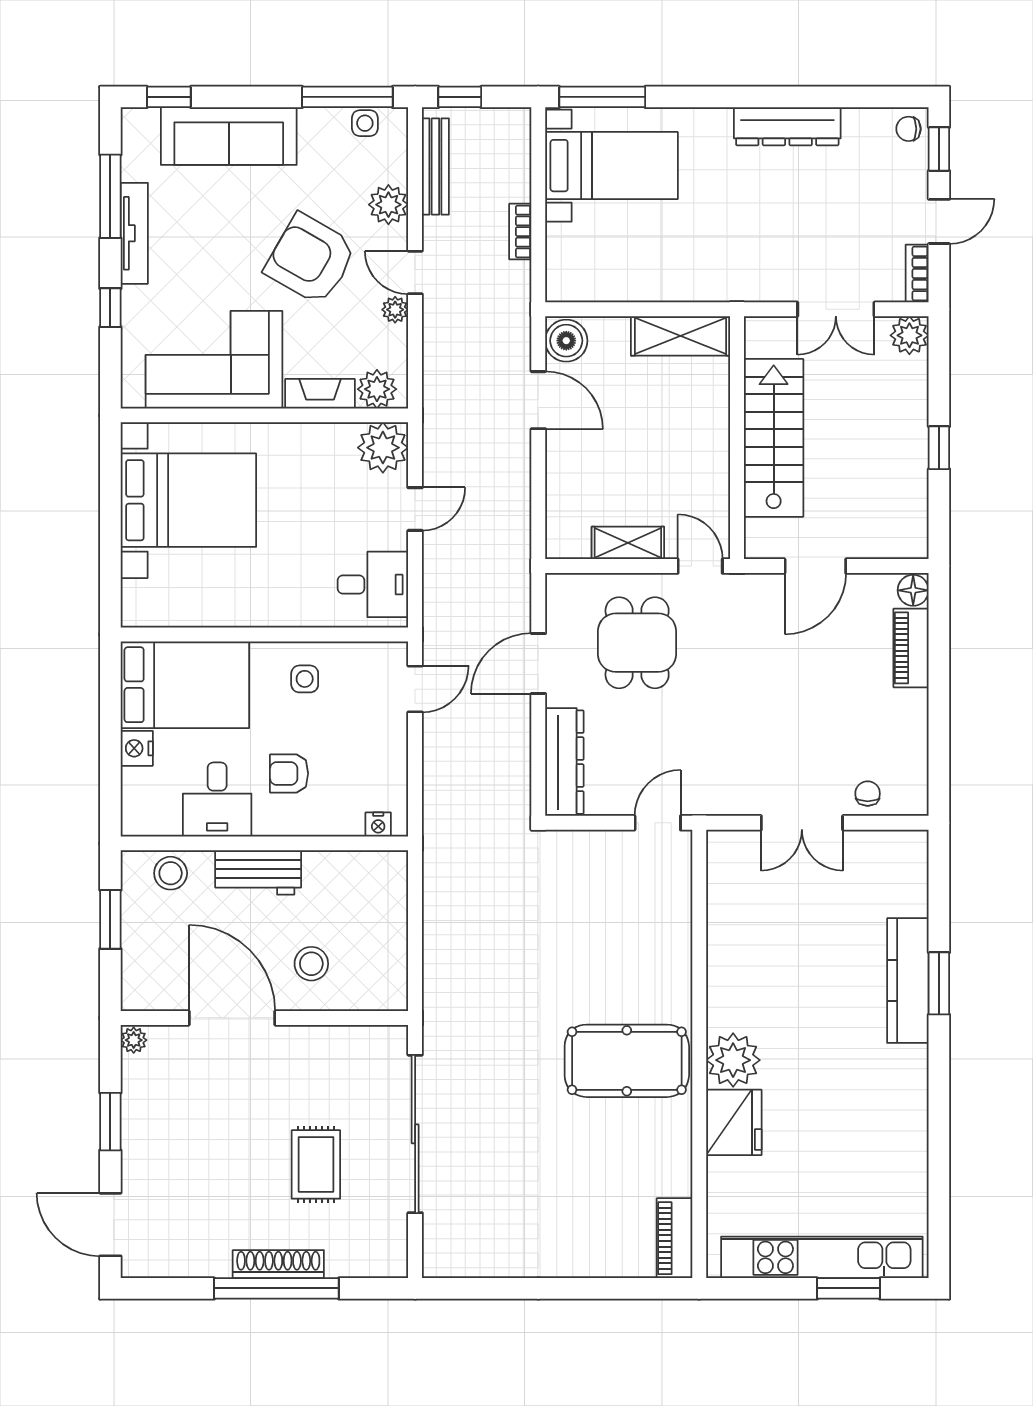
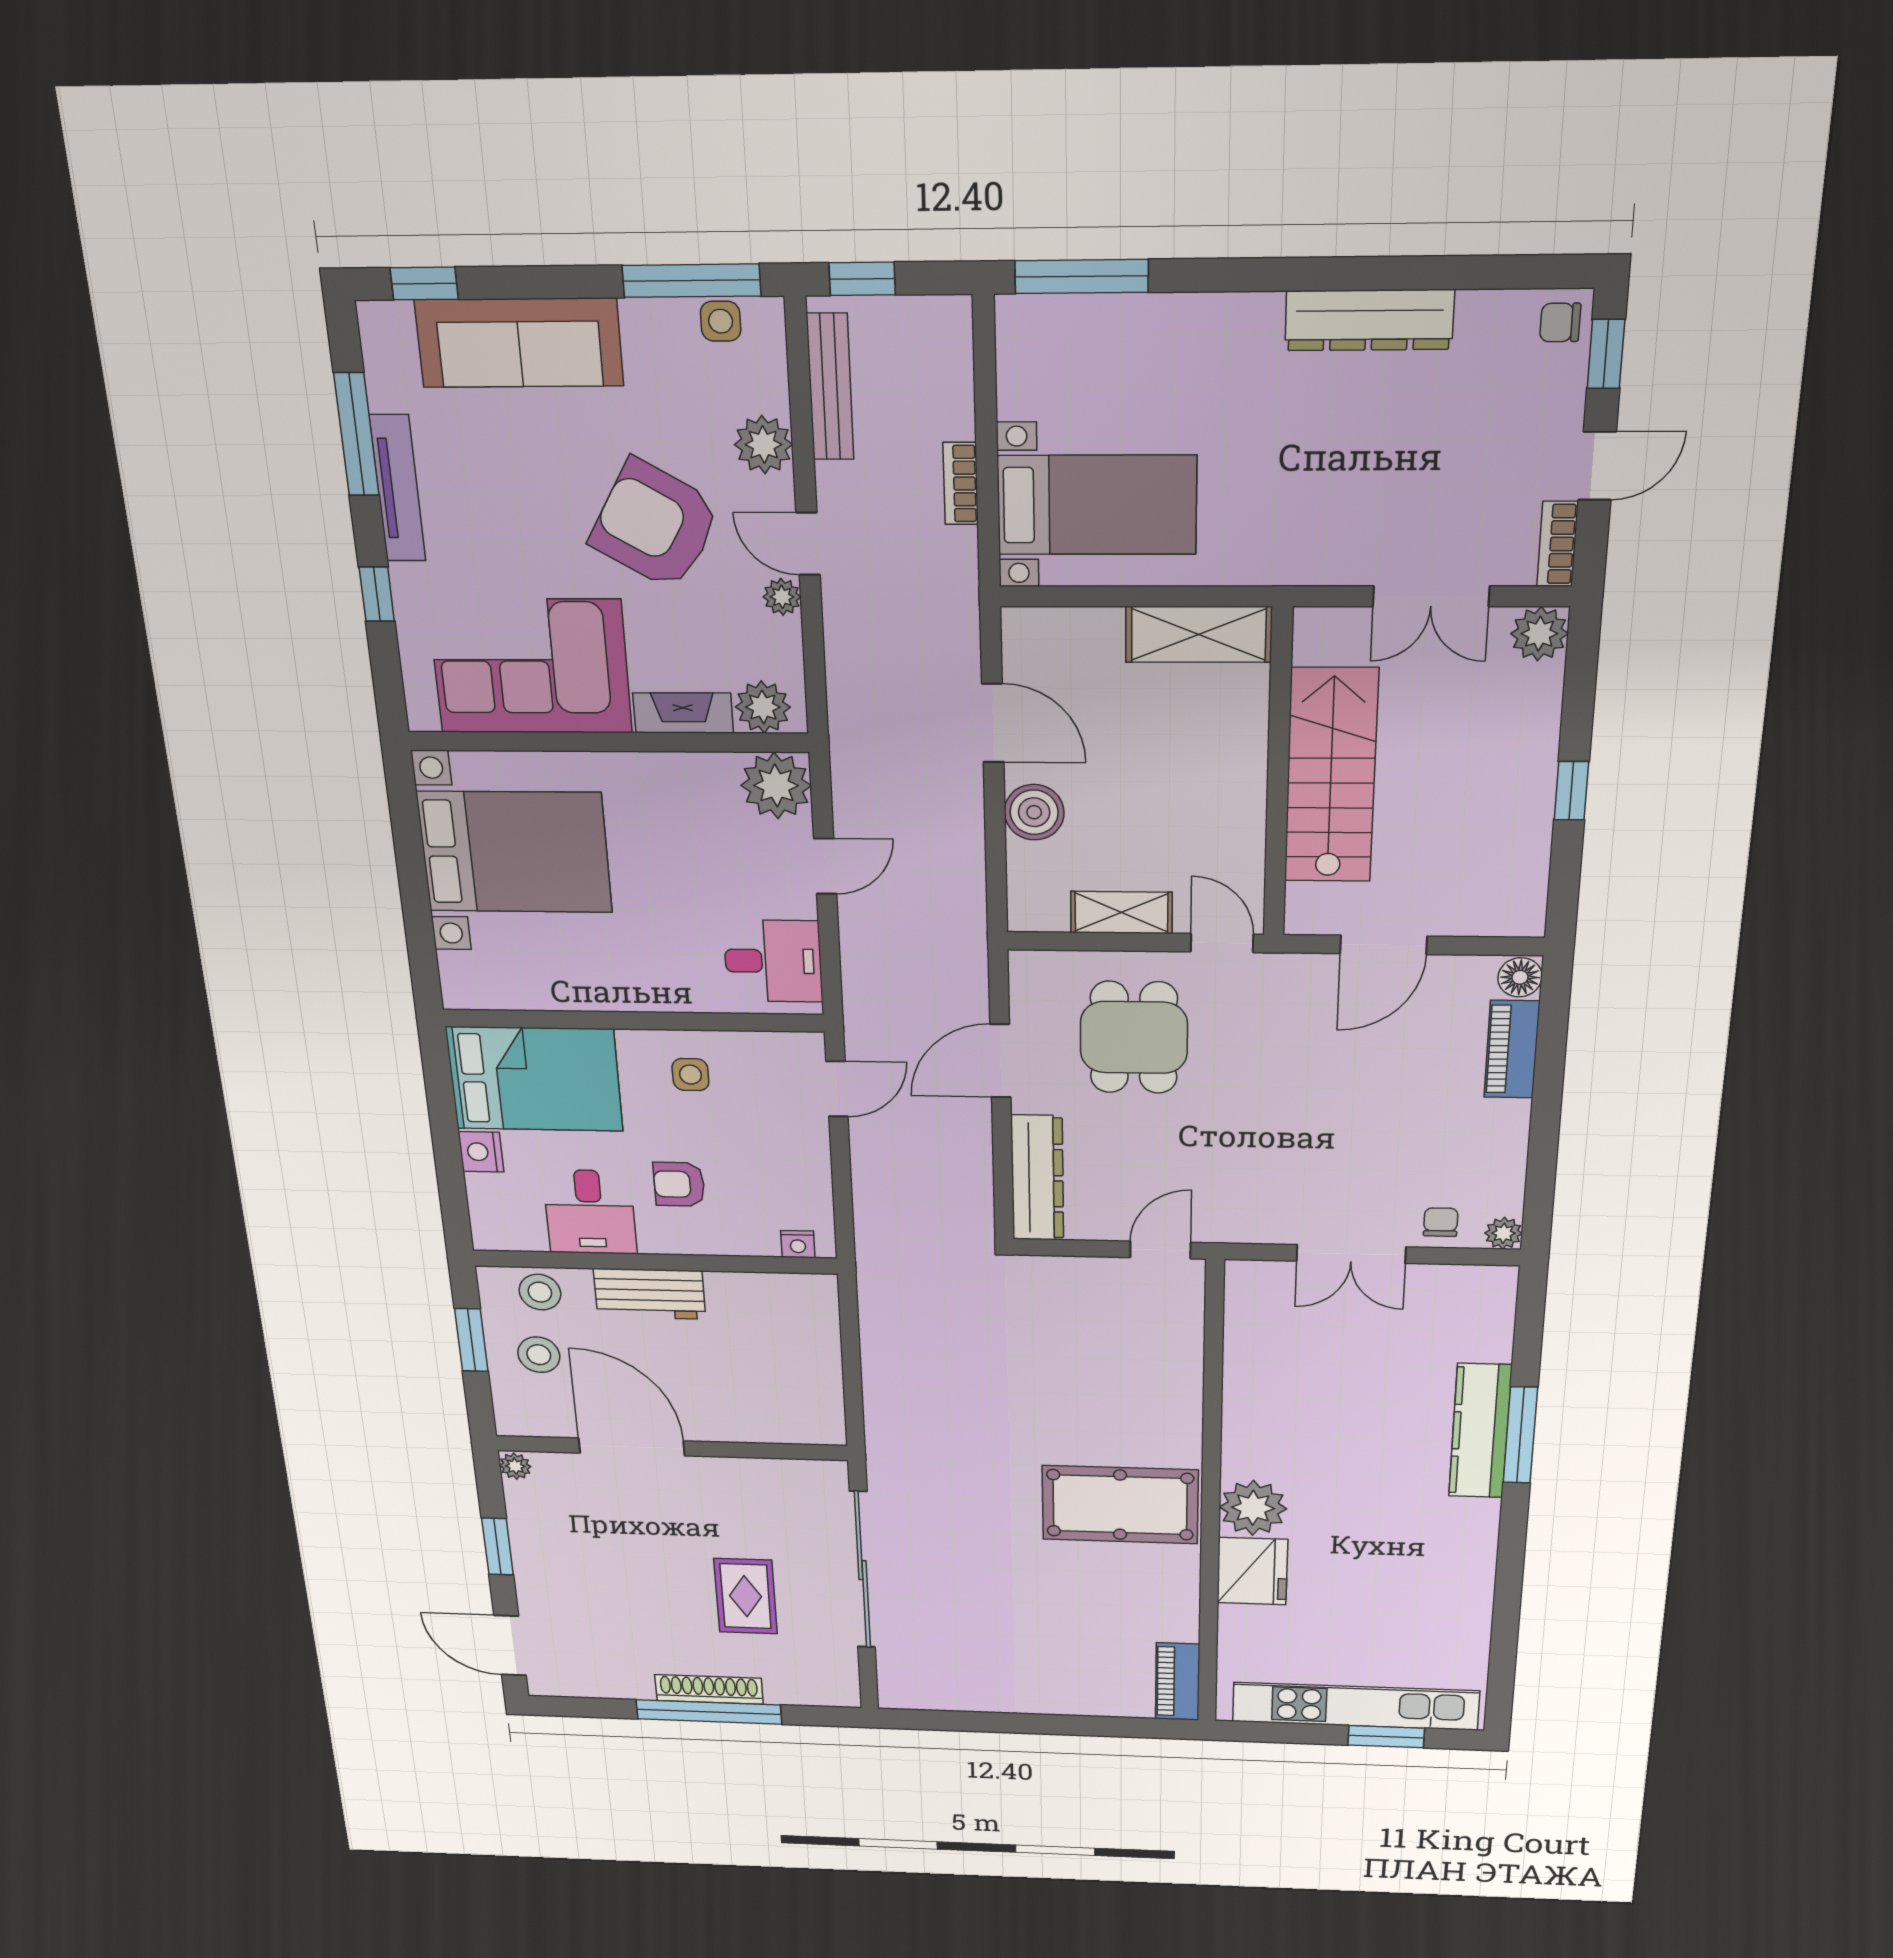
bed with nightstands: (612, 166) -> (1097, 505), moved
boiler: (566, 341) -> (1034, 812), moved
plant: (915, 802) -> (1504, 1233), added
stool: (311, 964) -> (539, 1355), moved
window: (939, 983) -> (1520, 1435), width x1.44

